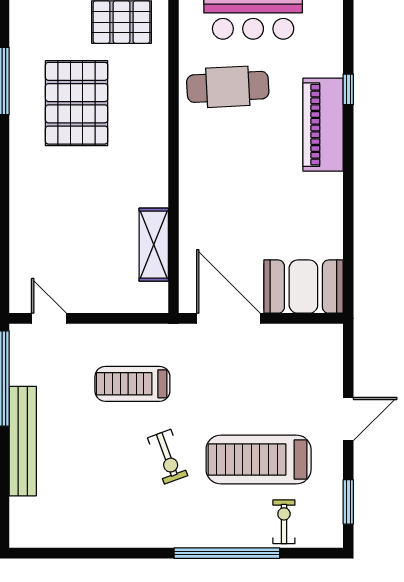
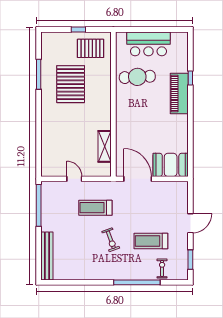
door: (49, 318) -> (74, 179), moved
bench: (23, 441) -> (47, 256), moved
treadmill: (259, 459) -> (151, 241), width x0.73, depth x0.73

